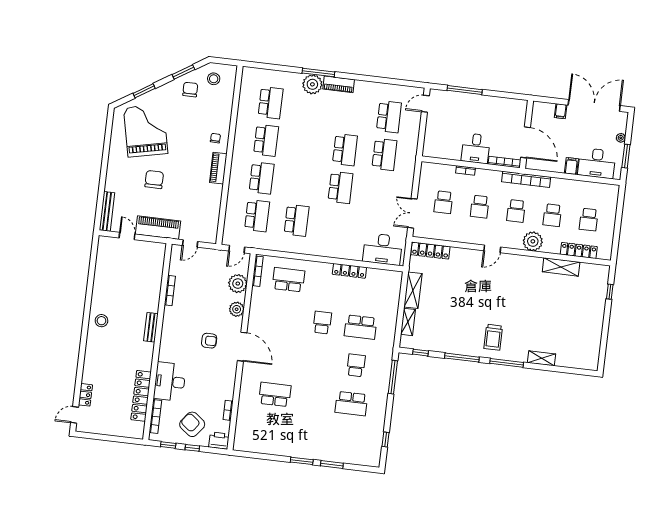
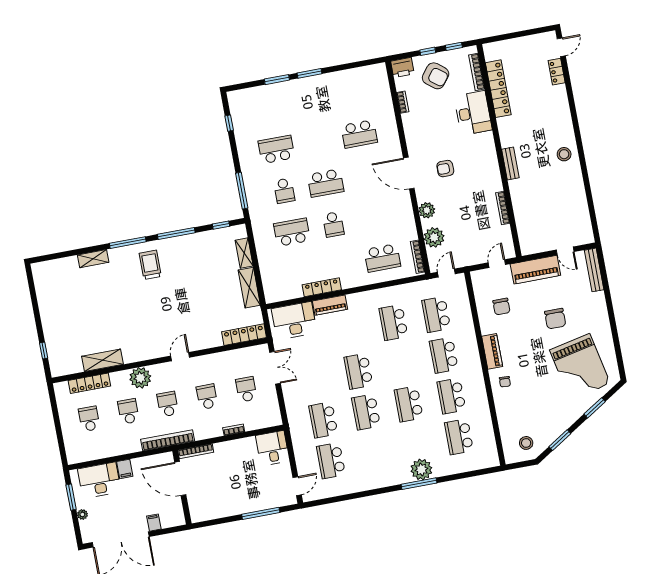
piano: (339, 84) -> (330, 305), moved, turned 180
chair: (190, 89) -> (501, 307), moved
school desk: (306, 145) -> (409, 404), added
desk: (476, 148) -> (272, 448), moved
school desk: (318, 361) -> (326, 183), added

